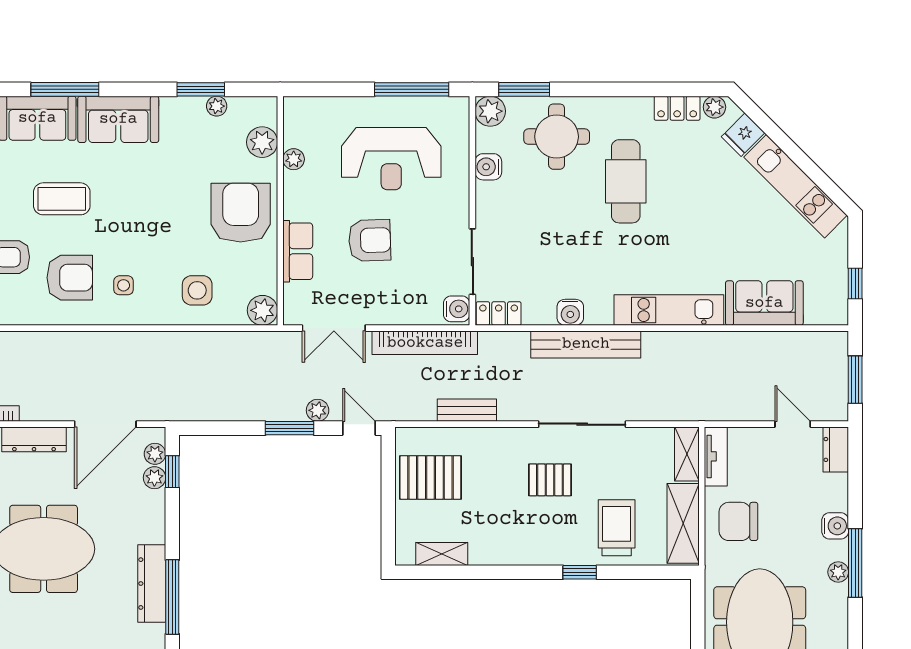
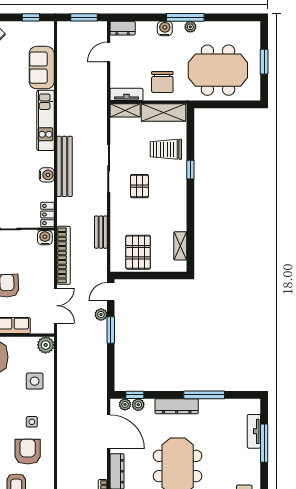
dresser: (152, 584) -> (177, 406), moved

